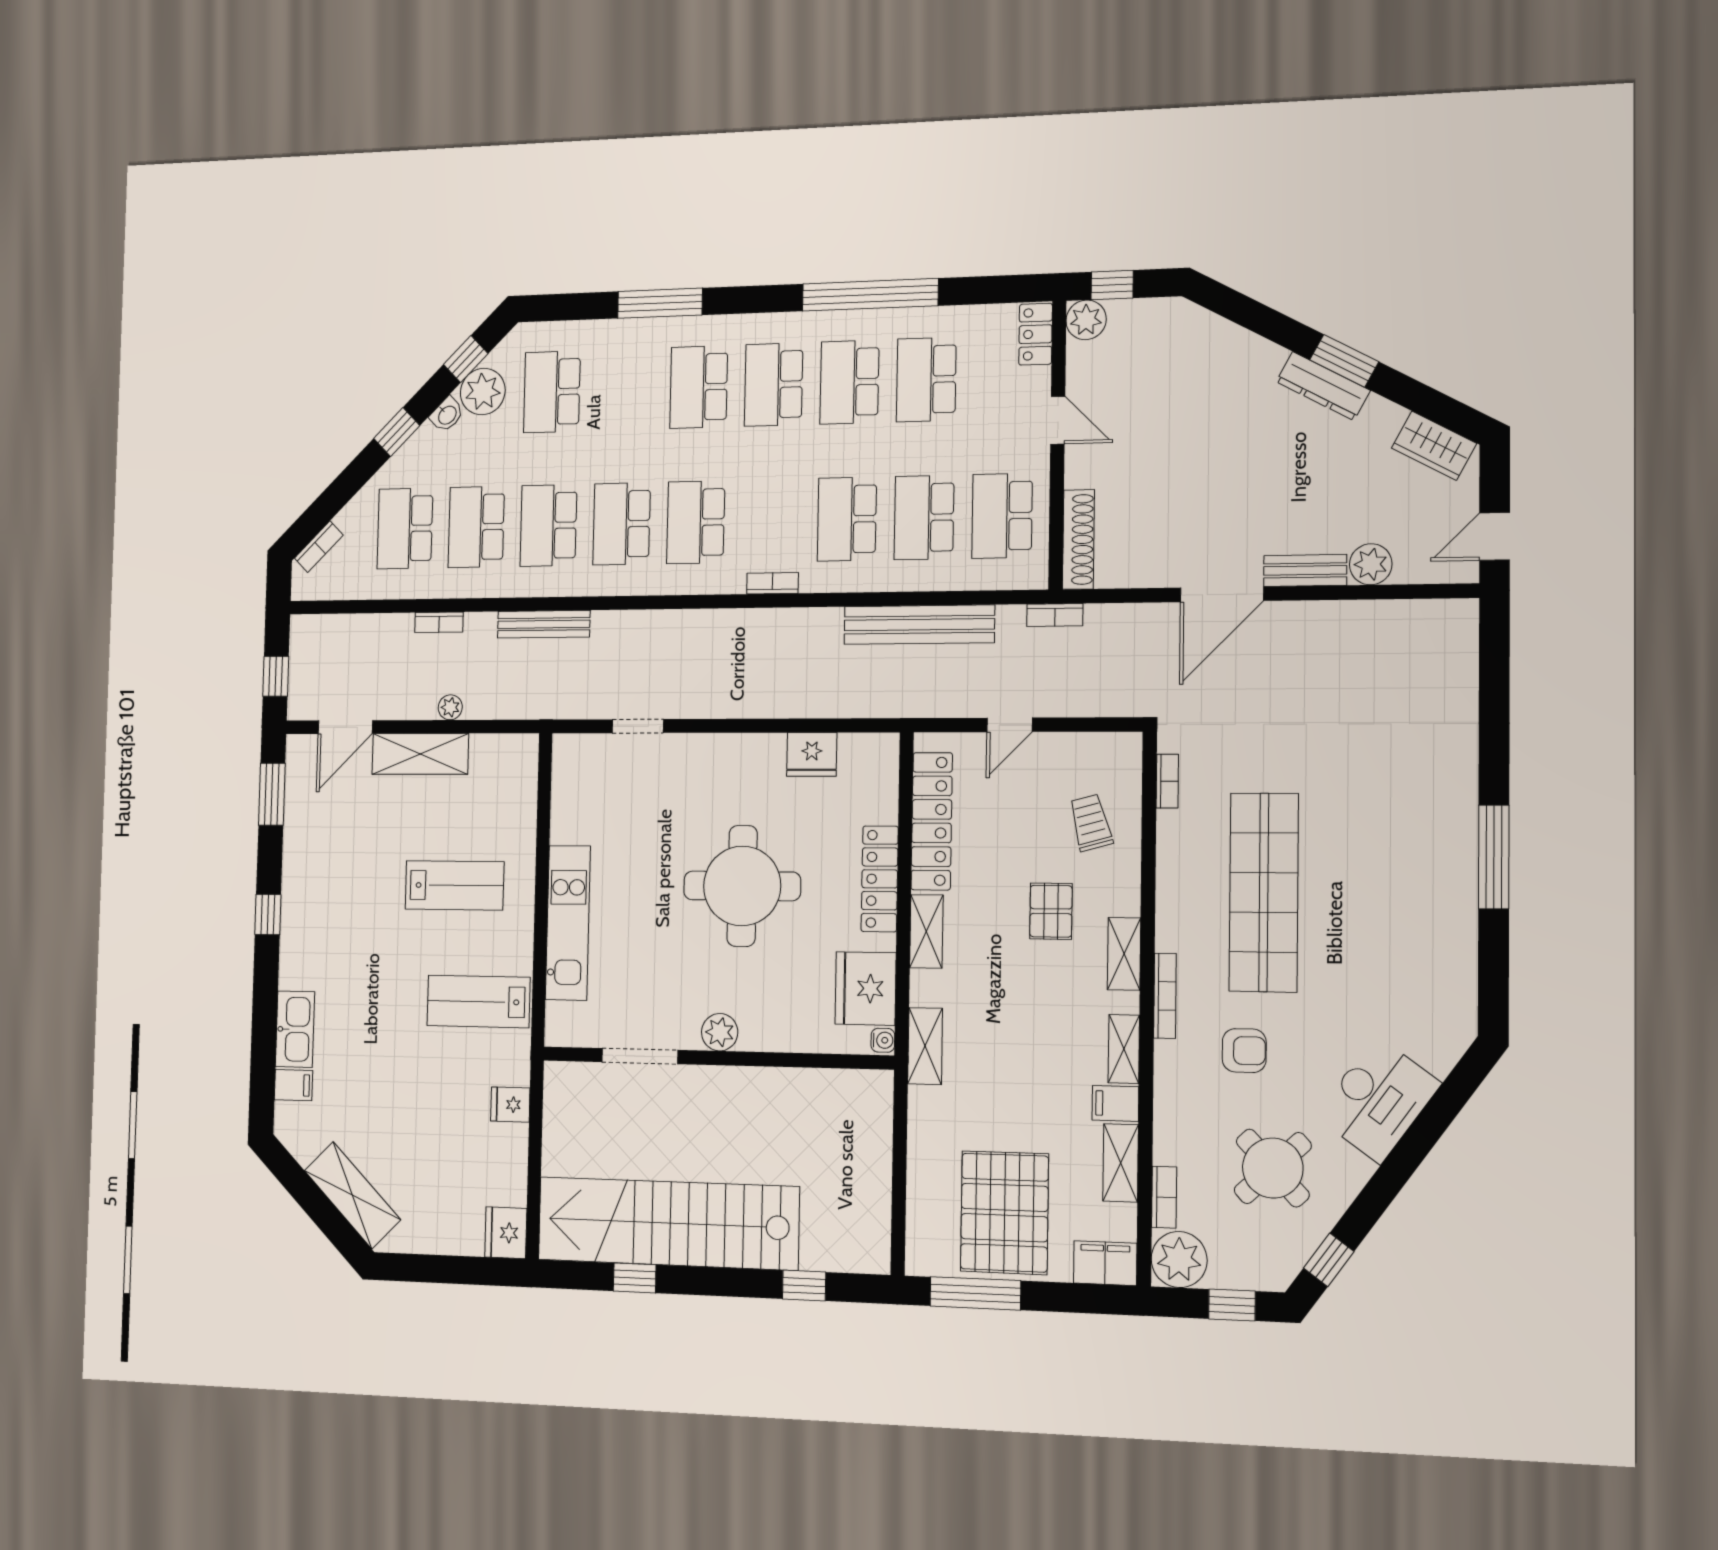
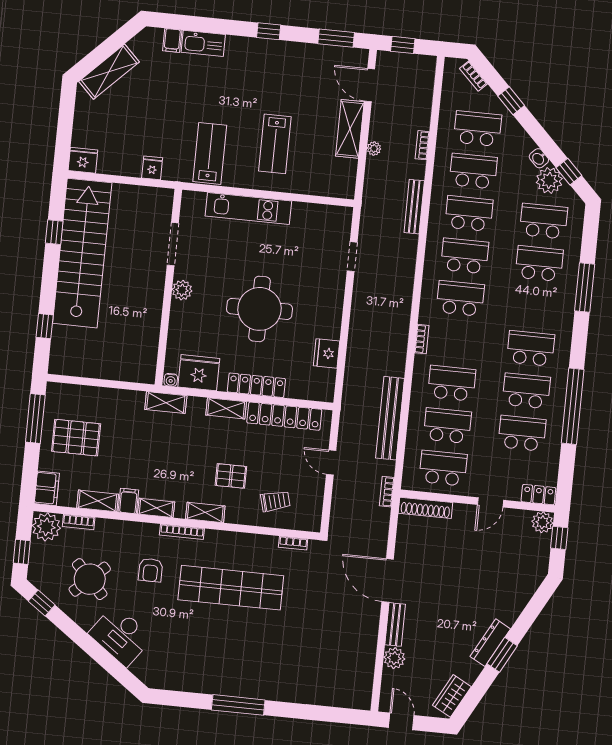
school desk: (699, 387) -> (539, 264), moved
window: (397, 432) -> (511, 101), moved
pallet: (1004, 1213) -> (76, 438), width x0.73, depth x0.71

